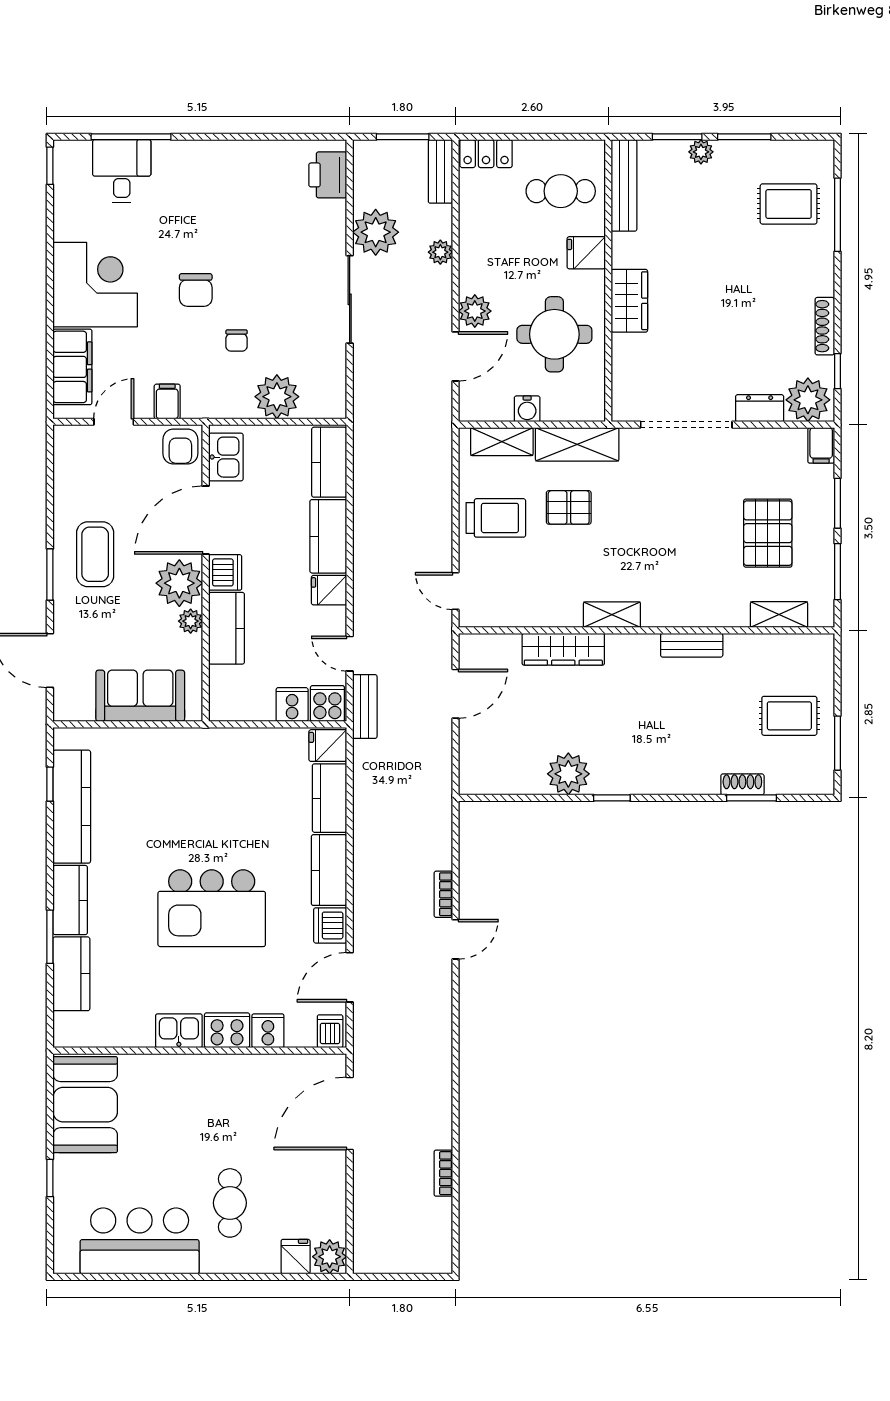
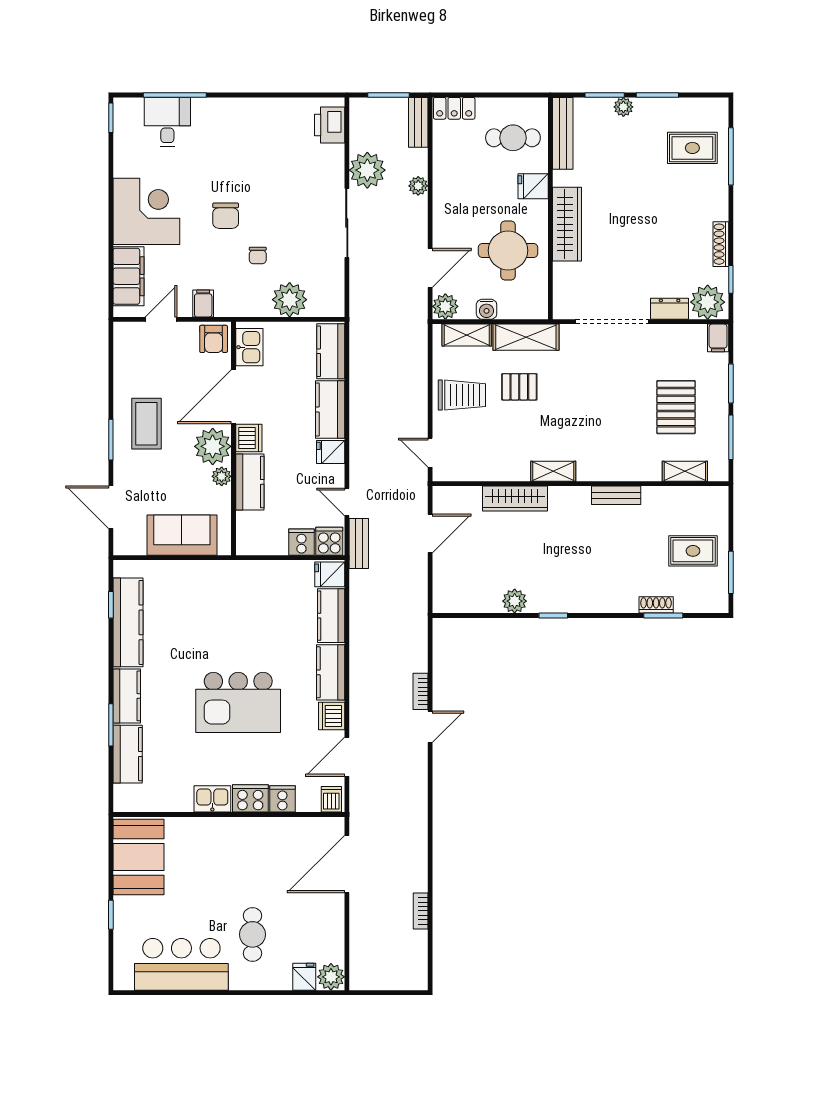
wardrobe: (629, 301) -> (567, 224), width x1.50
plant: (475, 311) -> (445, 306), moved
plant: (568, 774) -> (515, 601), width x0.73, depth x0.73

